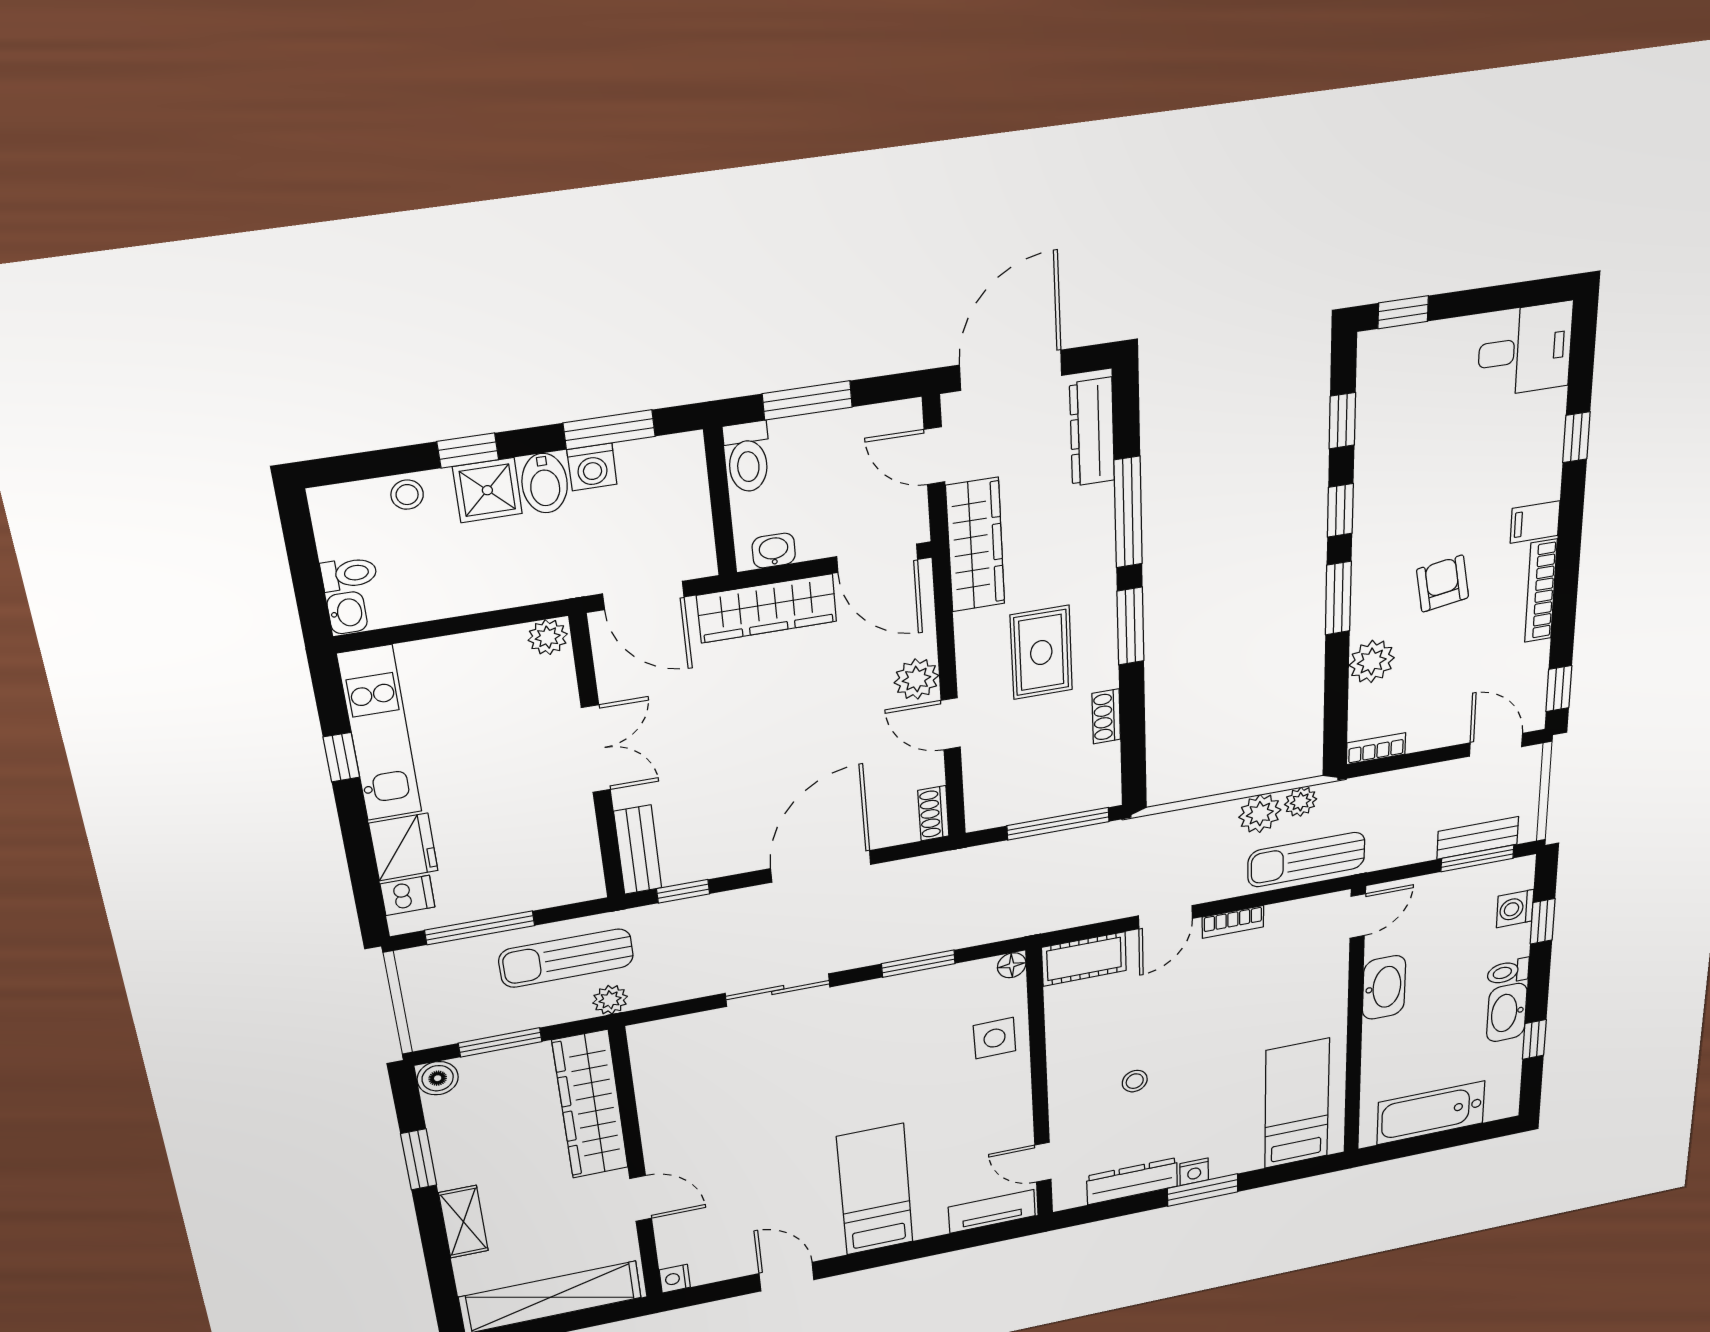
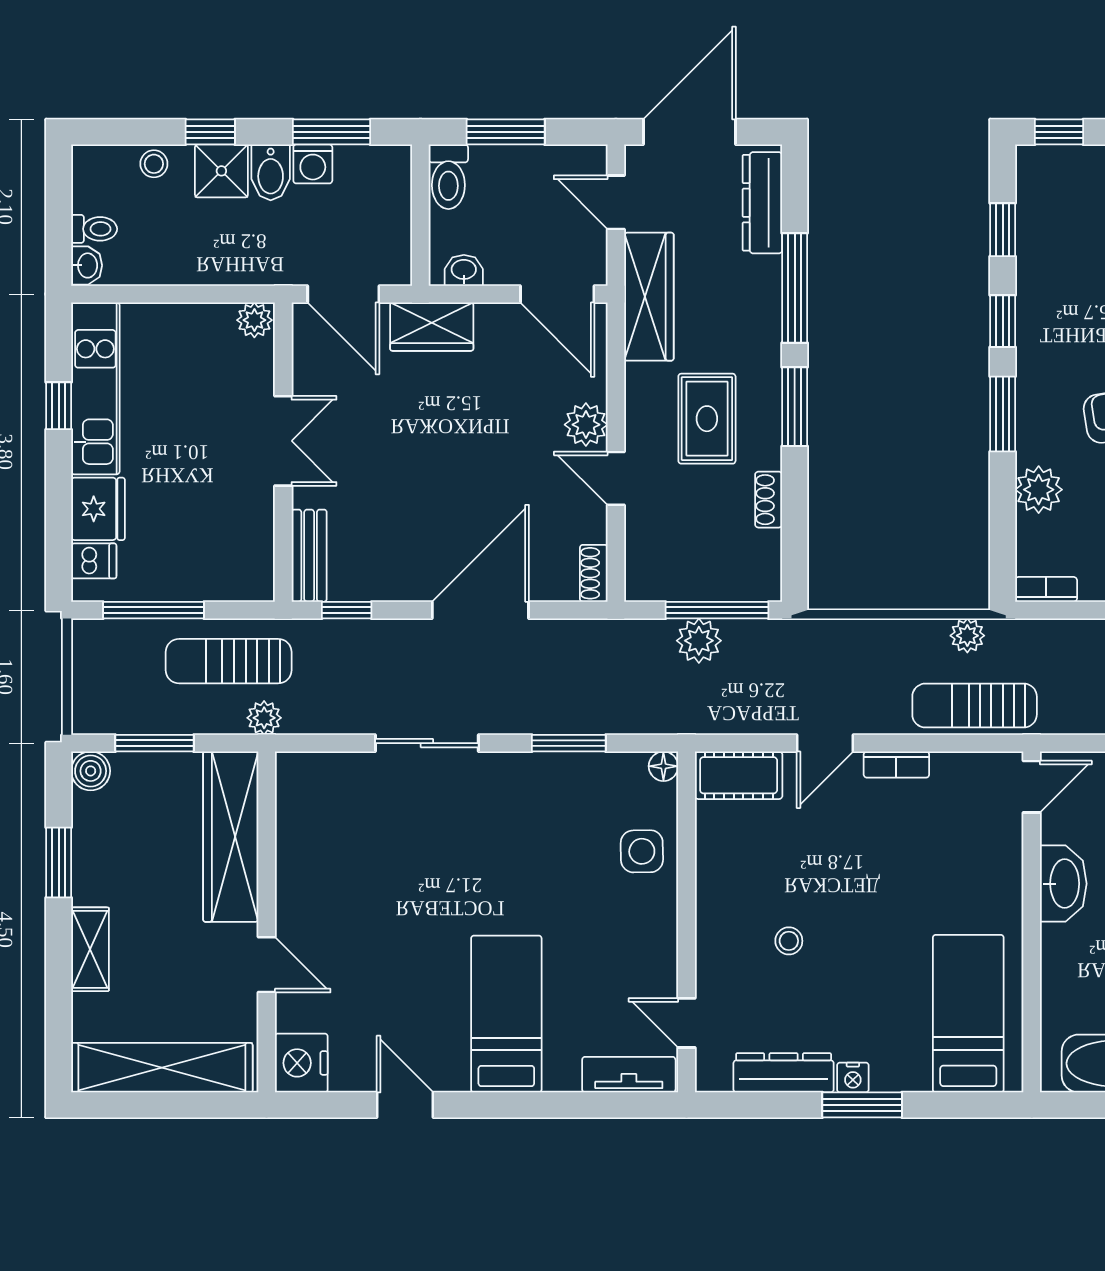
wardrobe: (767, 608) -> (432, 327), width x0.67
plant: (1260, 814) -> (699, 641), moved
nightstand: (675, 1279) -> (301, 1063), width x1.89, depth x1.79

